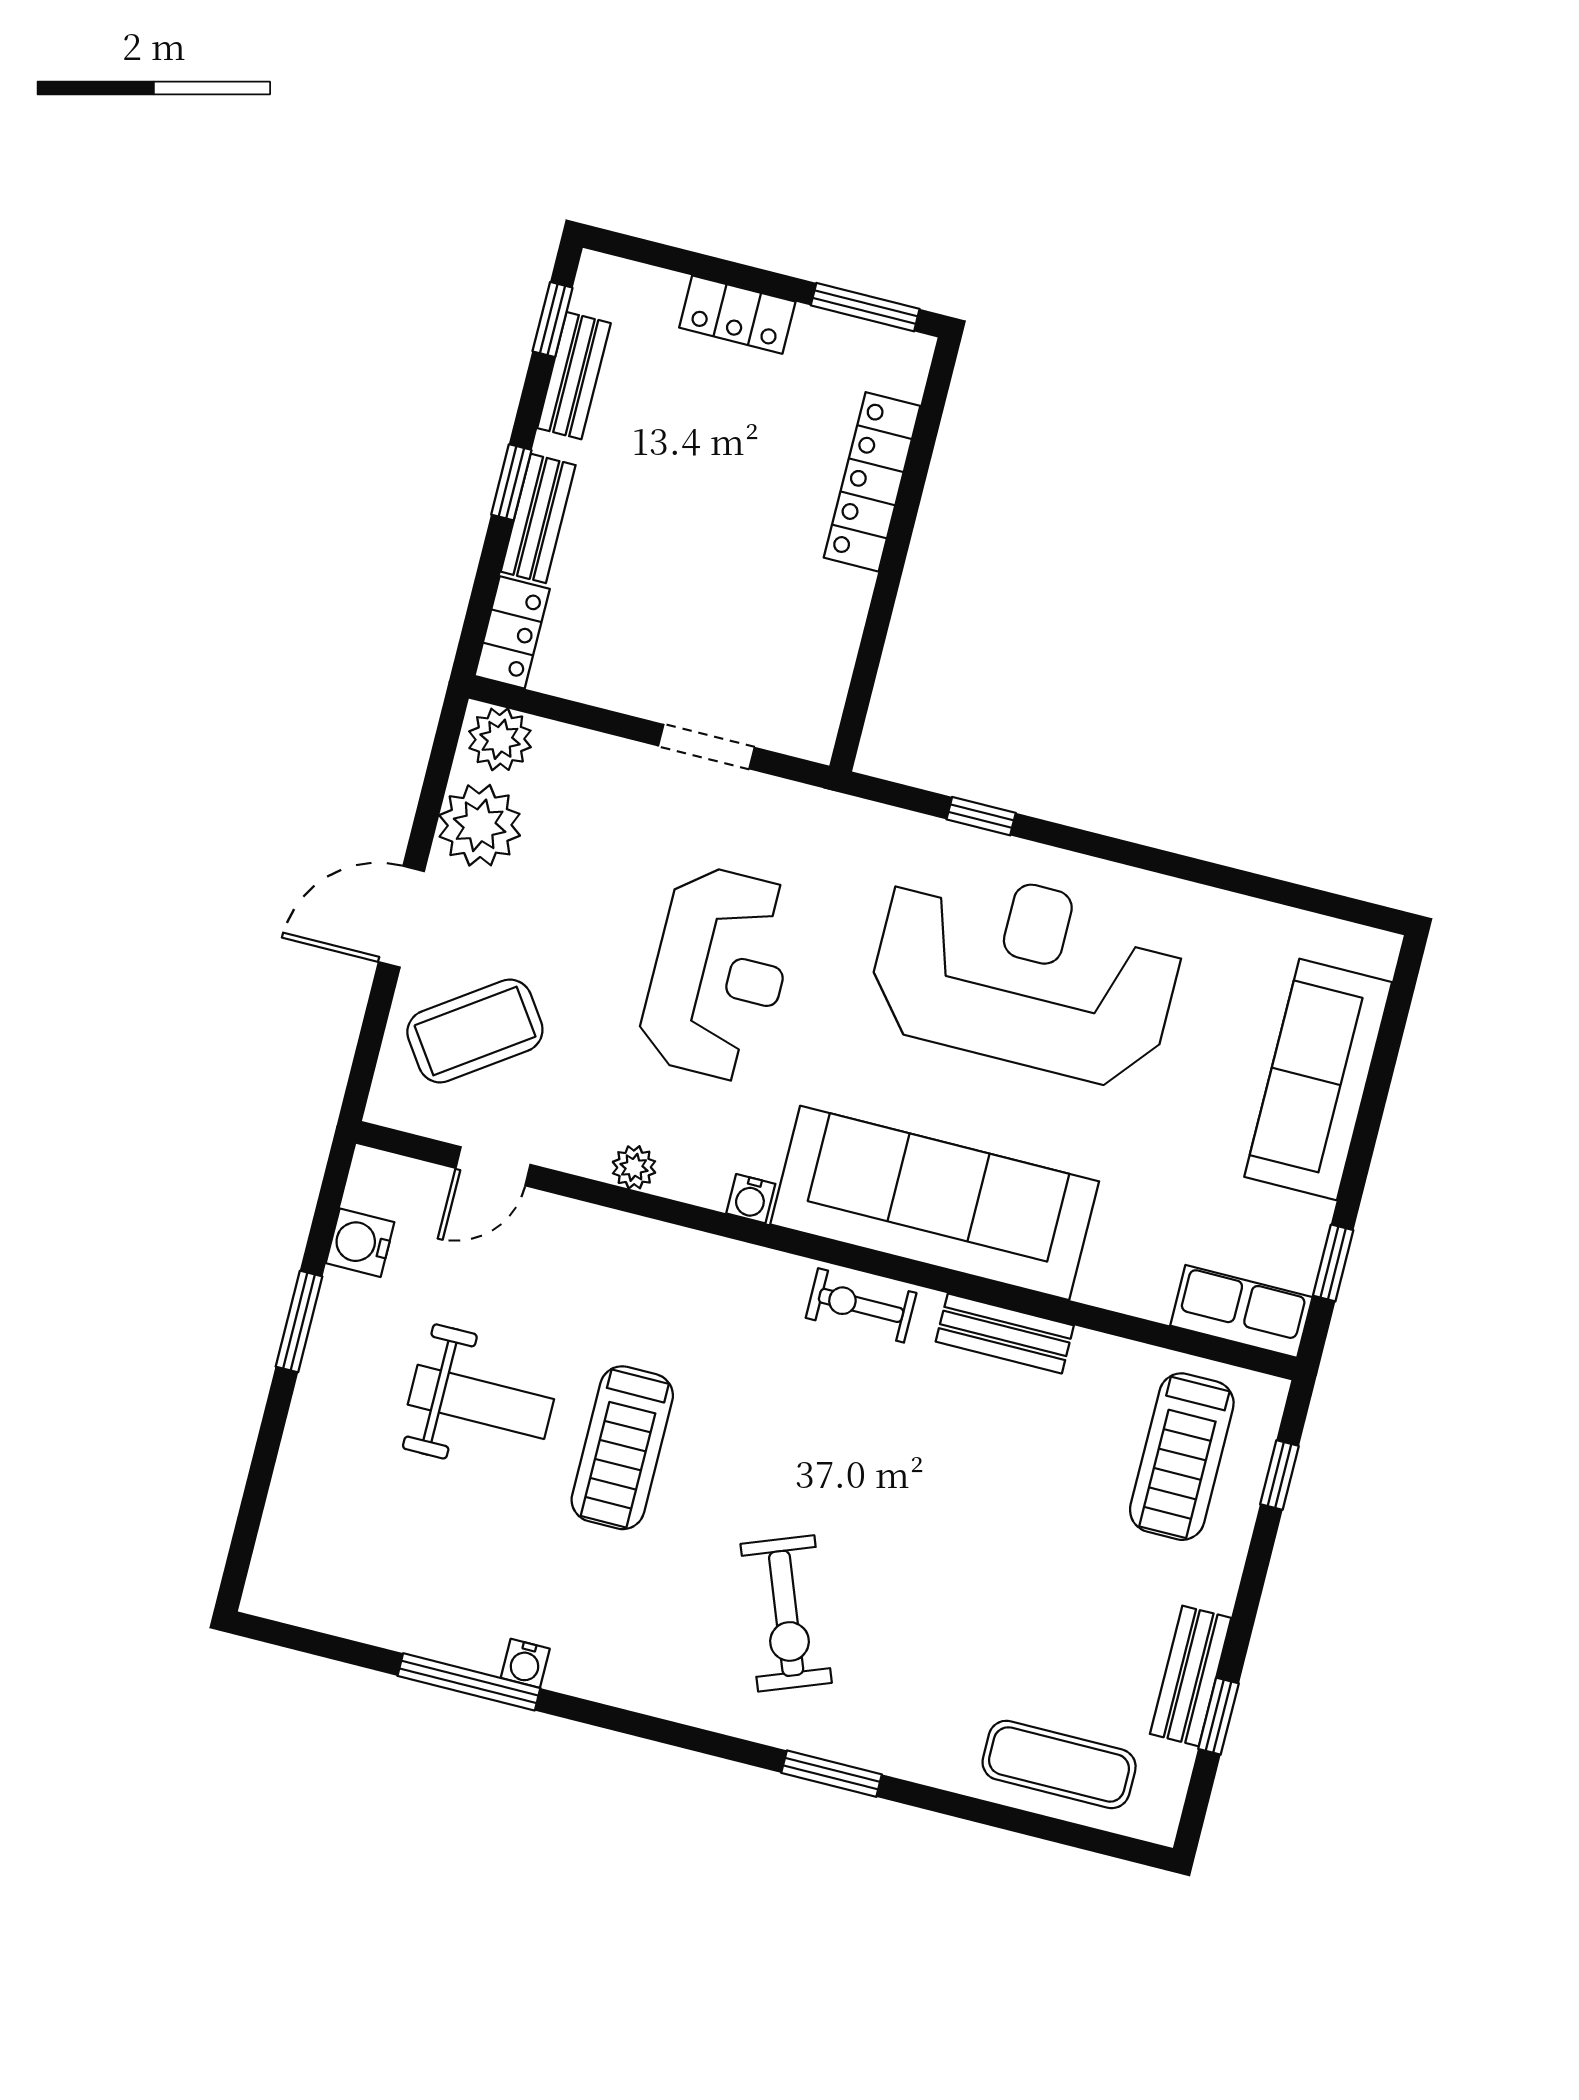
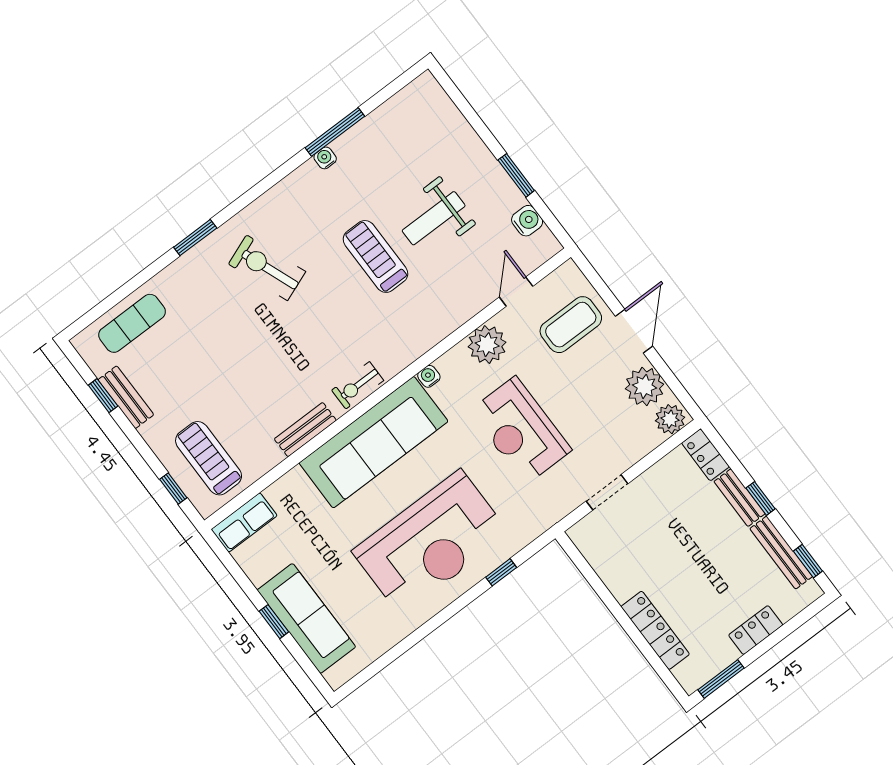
bench: (574, 376) -> (781, 553), width x1.36
coffee table: (475, 1031) -> (571, 325), turned 35
plant: (634, 1167) -> (487, 345), width x1.88, depth x1.88
window: (1333, 1263) -> (274, 622), moved
exercise bike: (861, 1305) -> (358, 385), turned 180

